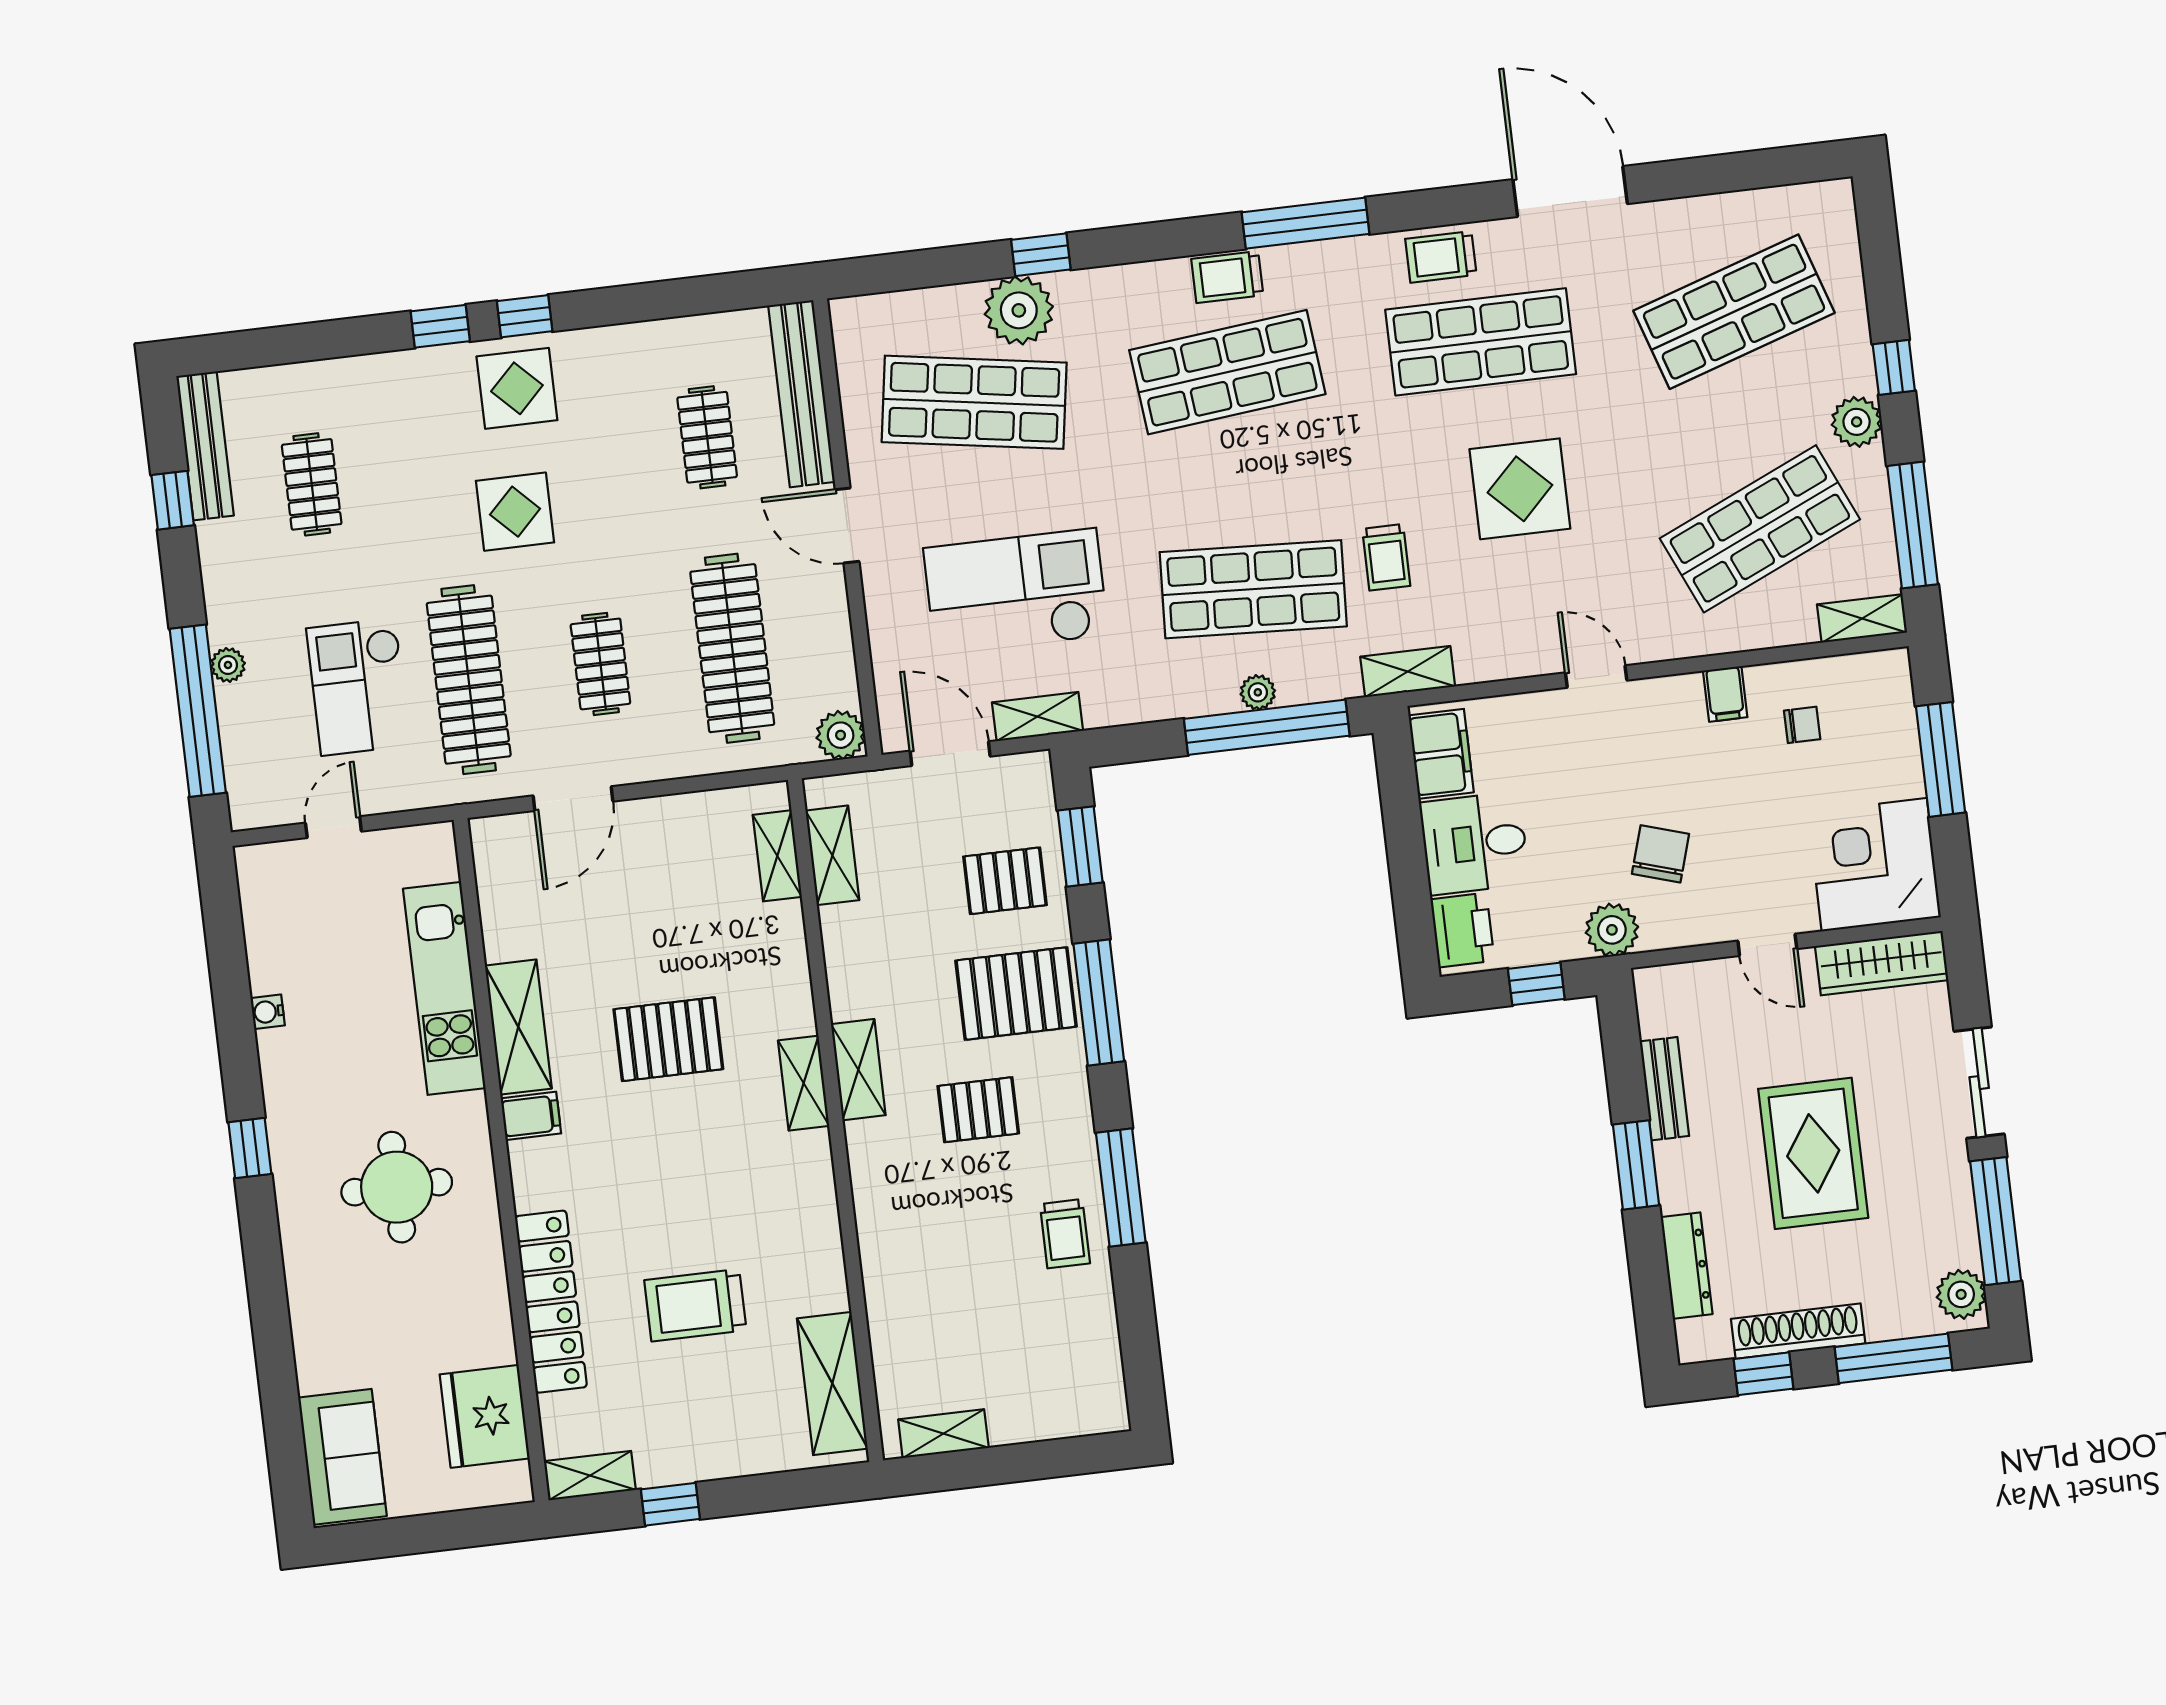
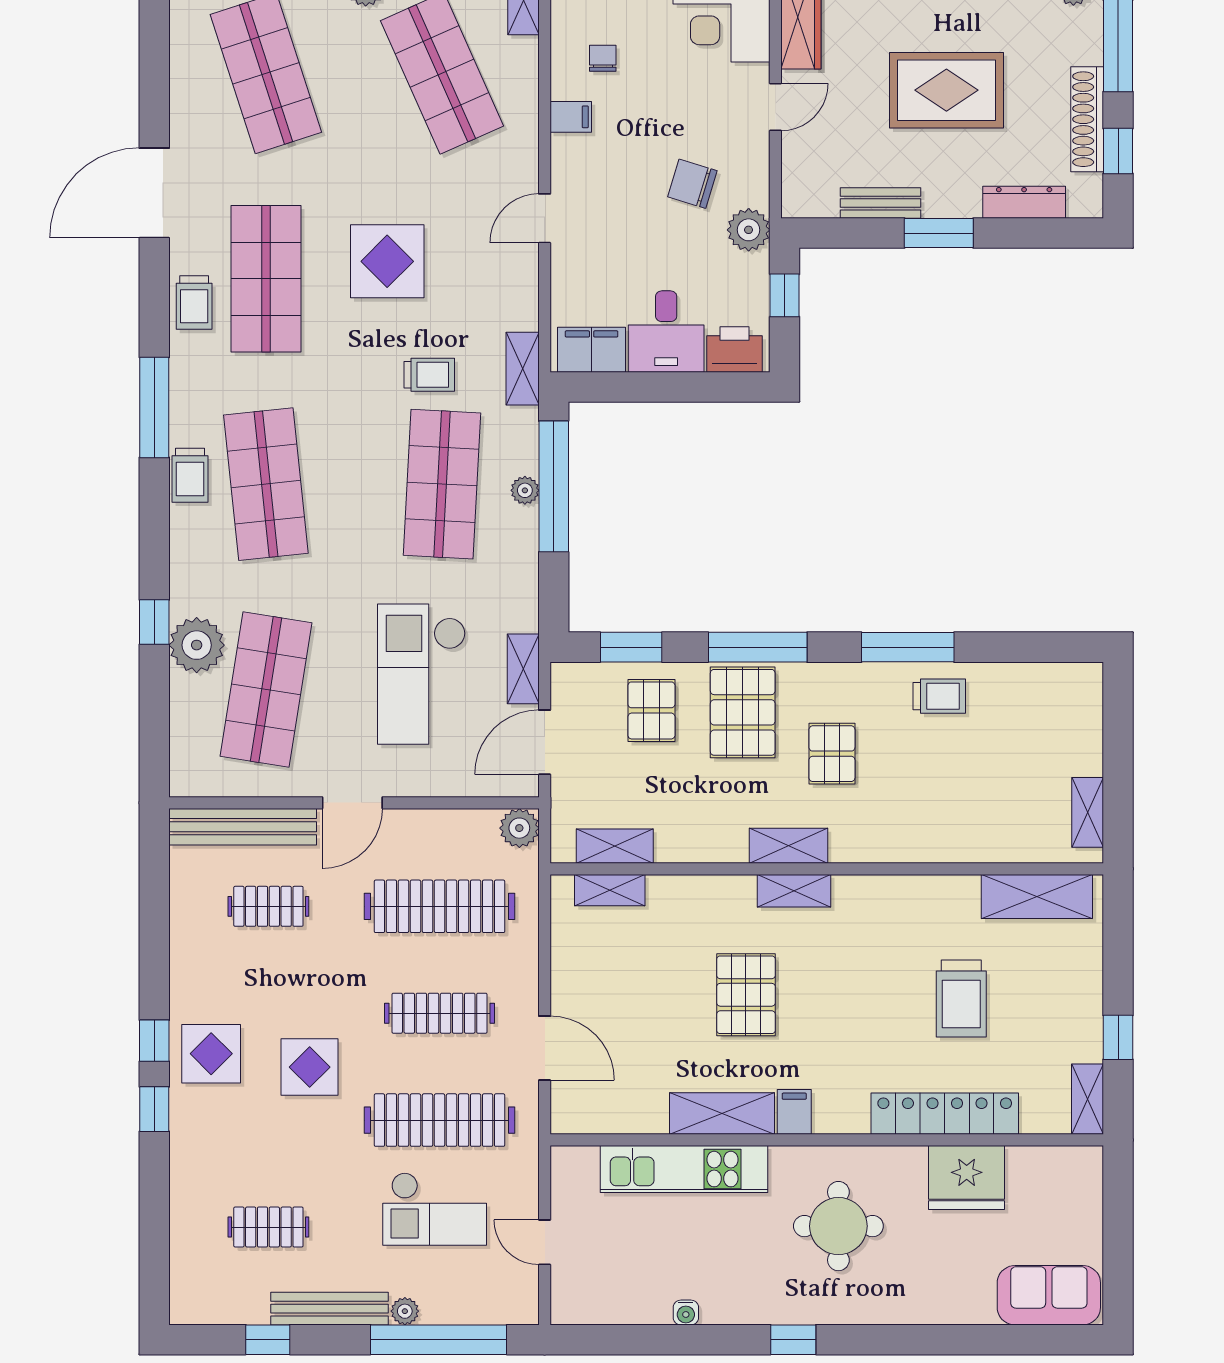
bench: (205, 446) -> (330, 1309), moved
clothes rail: (600, 664) -> (440, 1013), width x1.36
fridge: (485, 1416) -> (967, 1178), moved

